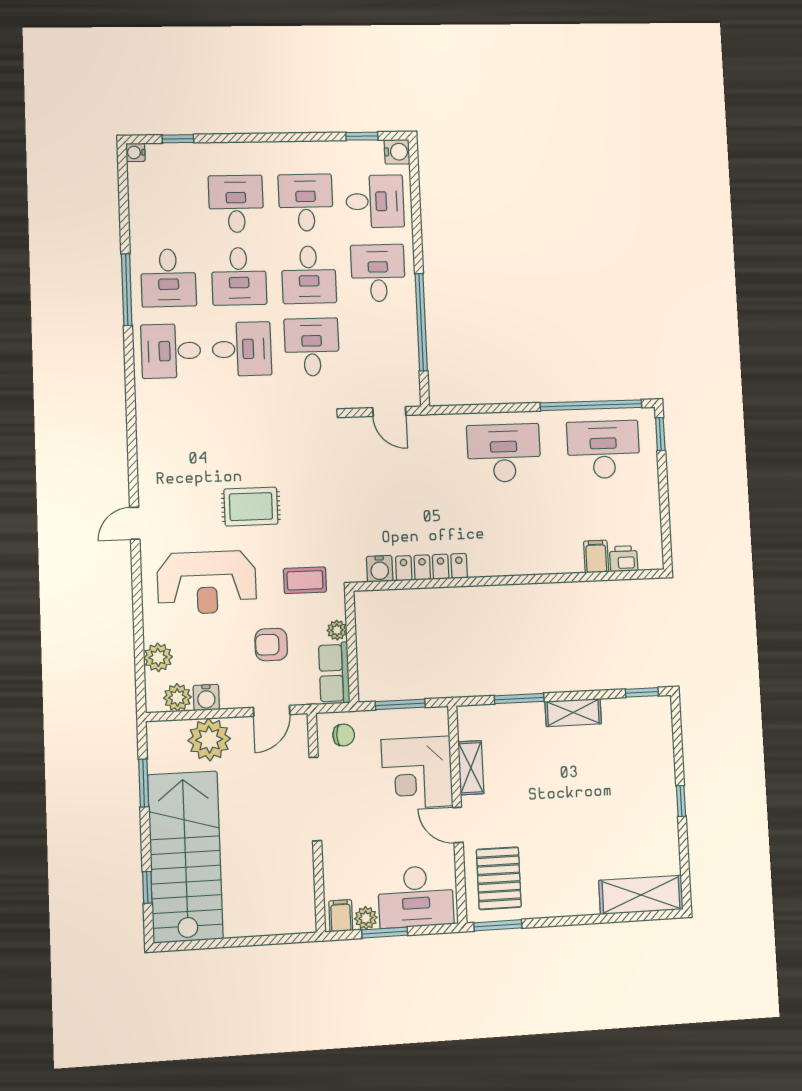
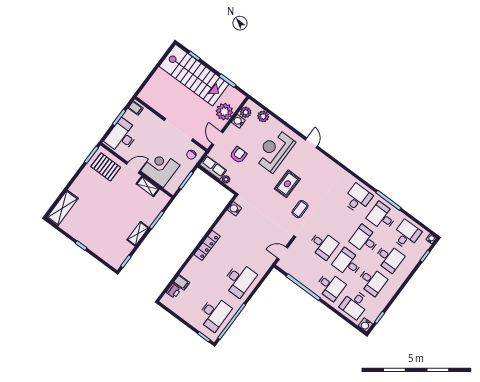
desk: (242, 349) -> (406, 235), moved, turned 180
locker: (431, 567) -> (207, 245), moved
coffee table: (305, 580) -> (300, 209), moved
plant: (366, 918) -> (128, 115), removed

